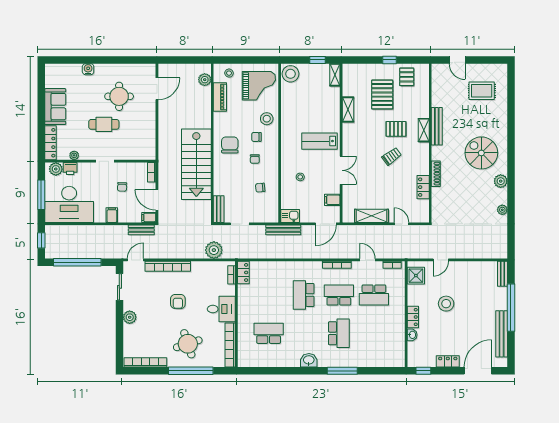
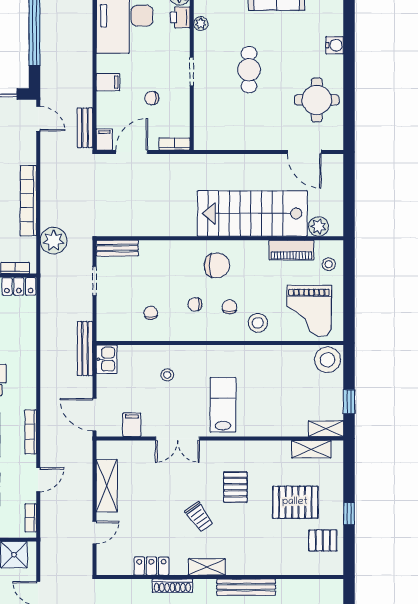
round table: (119, 96) -> (317, 100), moved
shelving: (348, 110) -> (311, 449), moved
pallet: (396, 129) -> (235, 487), moved
shelving: (424, 130) -> (207, 567), moved
stairs: (196, 164) -> (252, 213), moved
bookcase: (168, 266) -> (28, 201), moved

